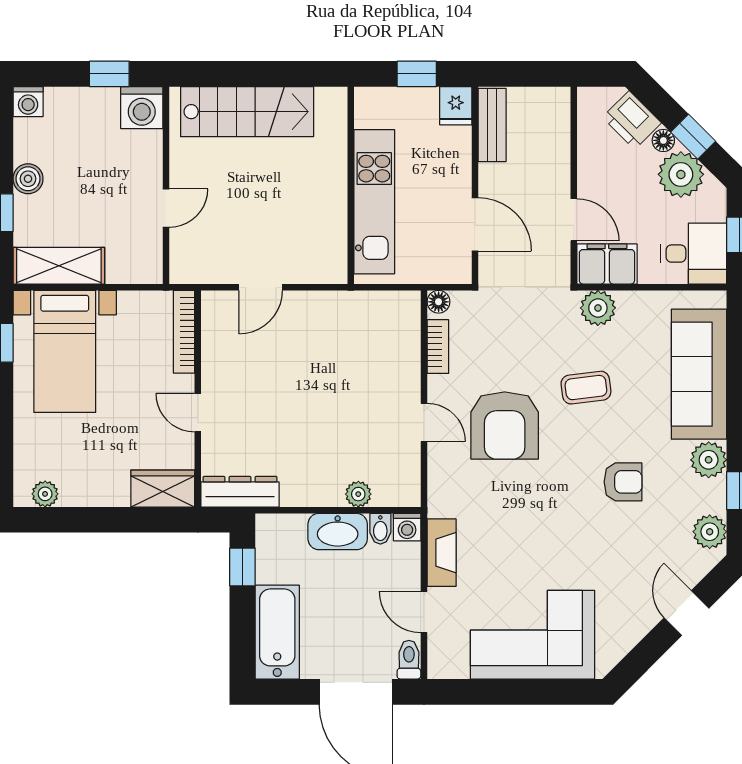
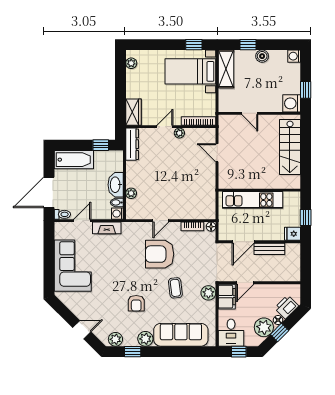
bench: (492, 125) -> (269, 249), moved
plant: (213, 378) -> (179, 133), added

